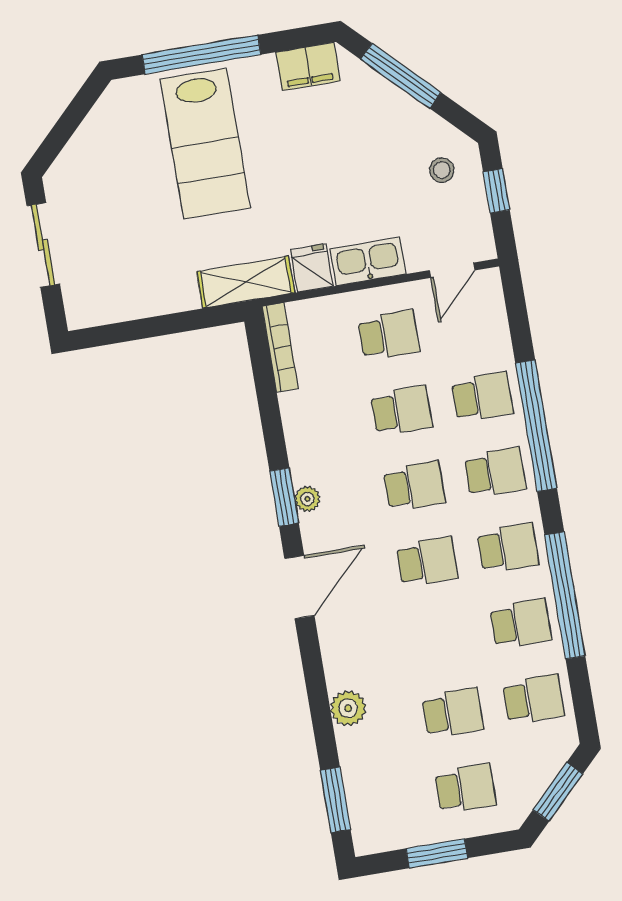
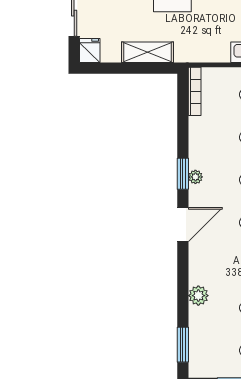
fridge: (312, 268) -> (90, 51), moved
shelving: (246, 282) -> (148, 52), moved

